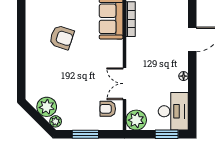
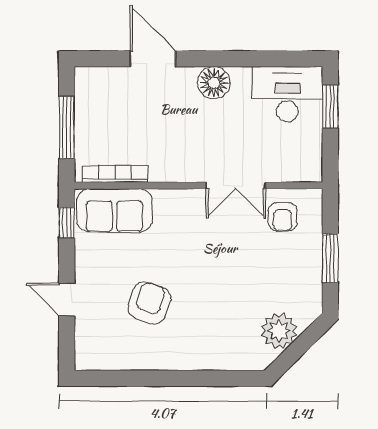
floor lamp: (184, 76) -> (214, 83), width x1.89, depth x1.89
plant: (136, 120) -> (304, 164), removed
plant: (56, 121) -> (306, 314), removed

